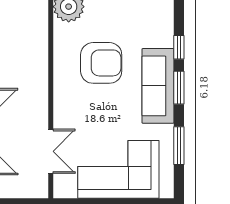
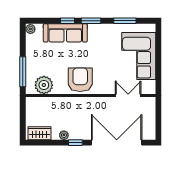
armchair: (101, 63) -> (80, 80), moved
sofa: (158, 86) -> (65, 33), moved

